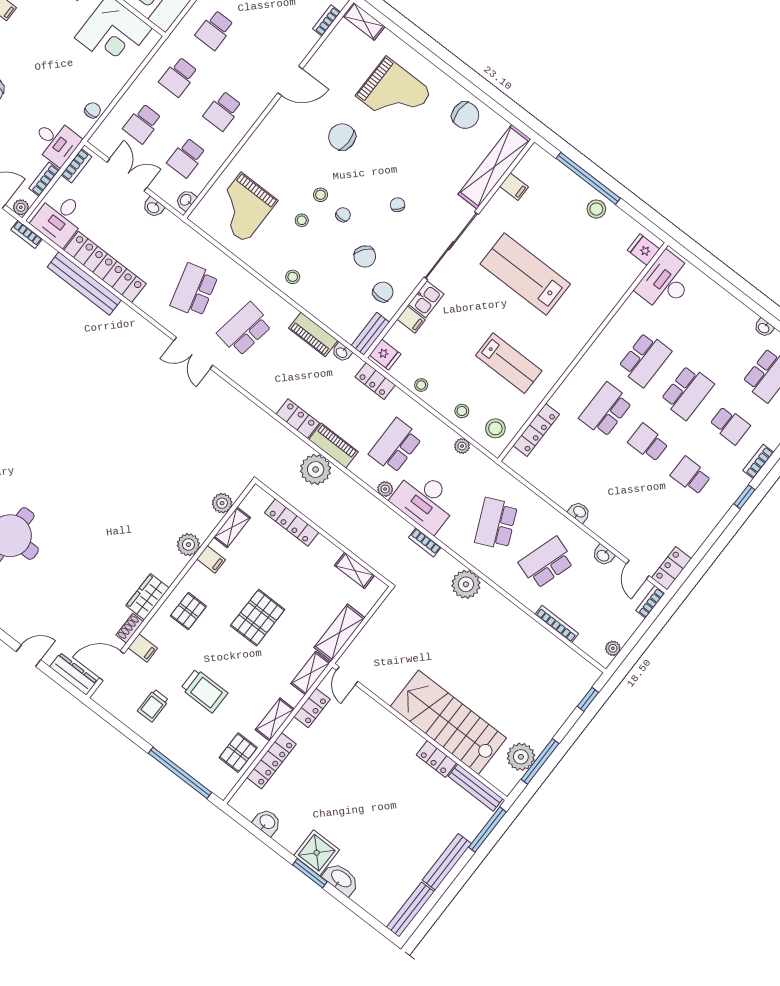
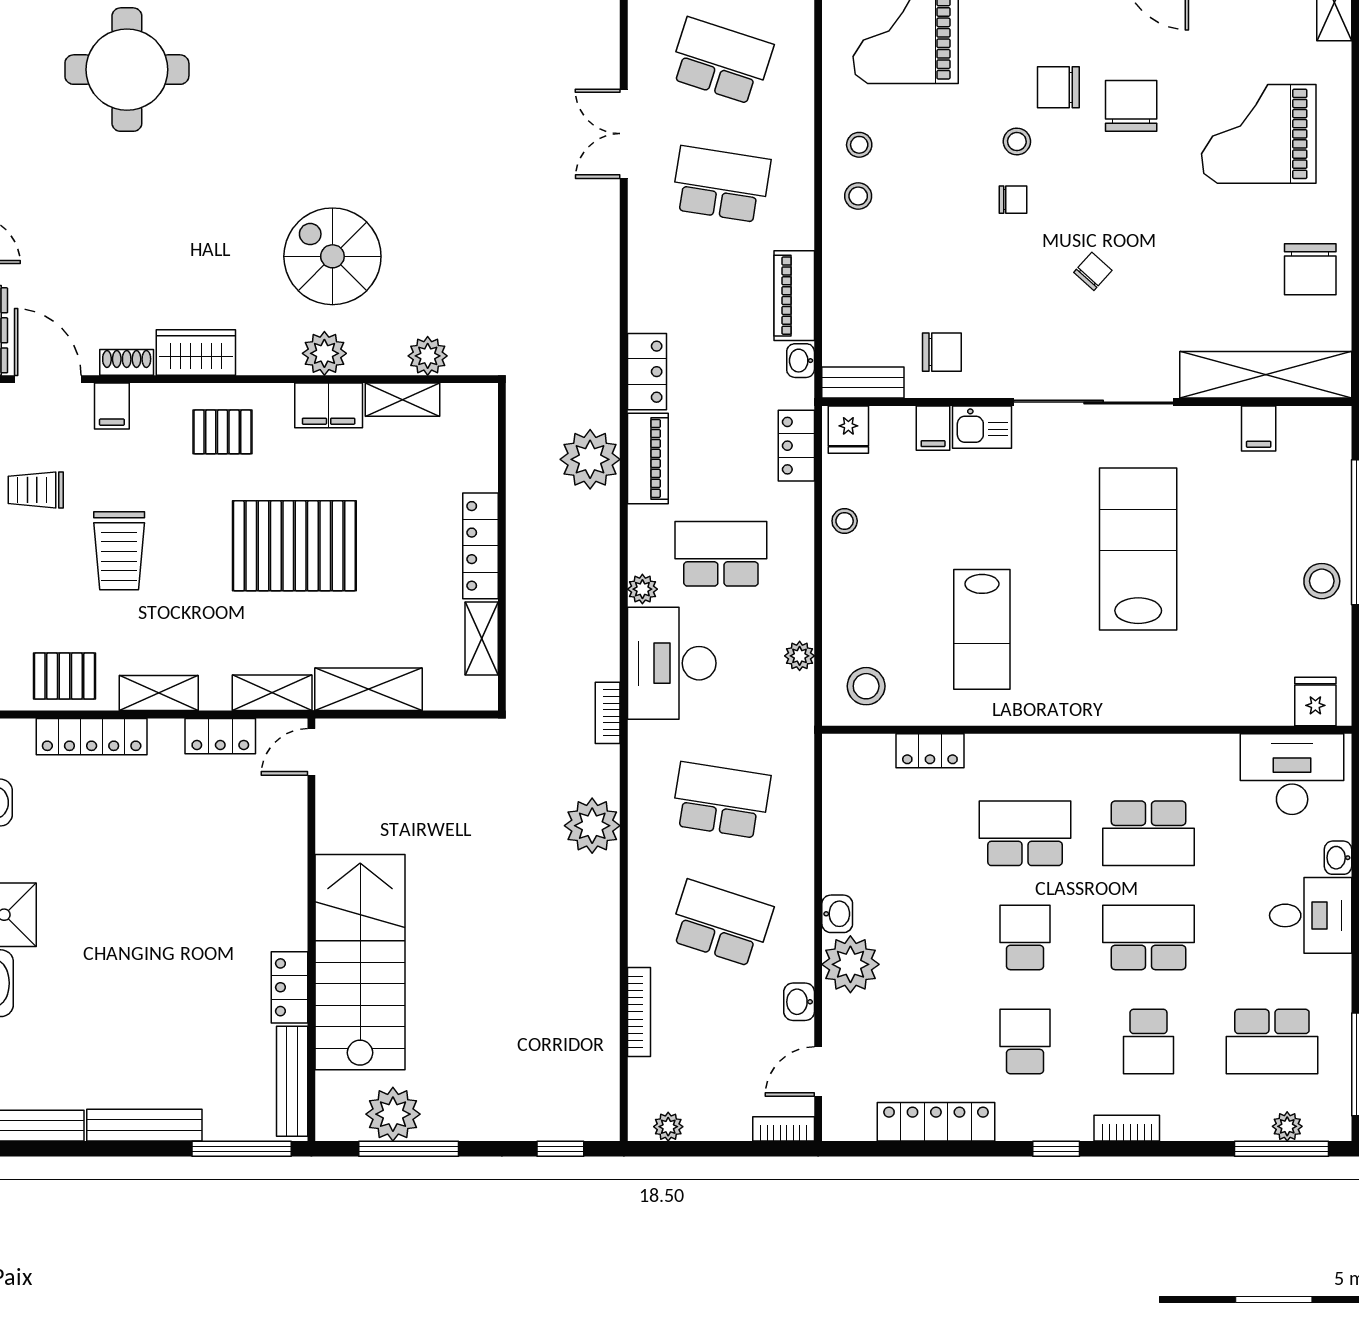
grand piano: (394, 94) -> (1259, 134), turned 90
stool: (302, 220) -> (859, 145), moved
chair: (365, 256) -> (1058, 87), moved, turned 52
school desk: (194, 290) -> (721, 61), turned 33
desk: (729, 319) -> (1311, 915), added
washbasin: (764, 328) -> (1338, 858), moved
school desk: (687, 392) -> (1148, 937), turned 180
stool: (462, 411) -> (853, 614), removed
locker: (536, 430) -> (930, 751), width x0.66
spiral stairs: (151, 511) -> (332, 256), added
locker: (292, 523) -> (480, 546), moved
plant: (604, 523) -> (850, 964), added
school desk: (496, 524) -> (721, 800), turned 33
filing cabinet: (211, 559) -> (329, 405), width x2.00
locker: (672, 568) -> (936, 1122), moved, width x1.53
pallet: (258, 618) -> (294, 546), width x1.37, depth x1.41

